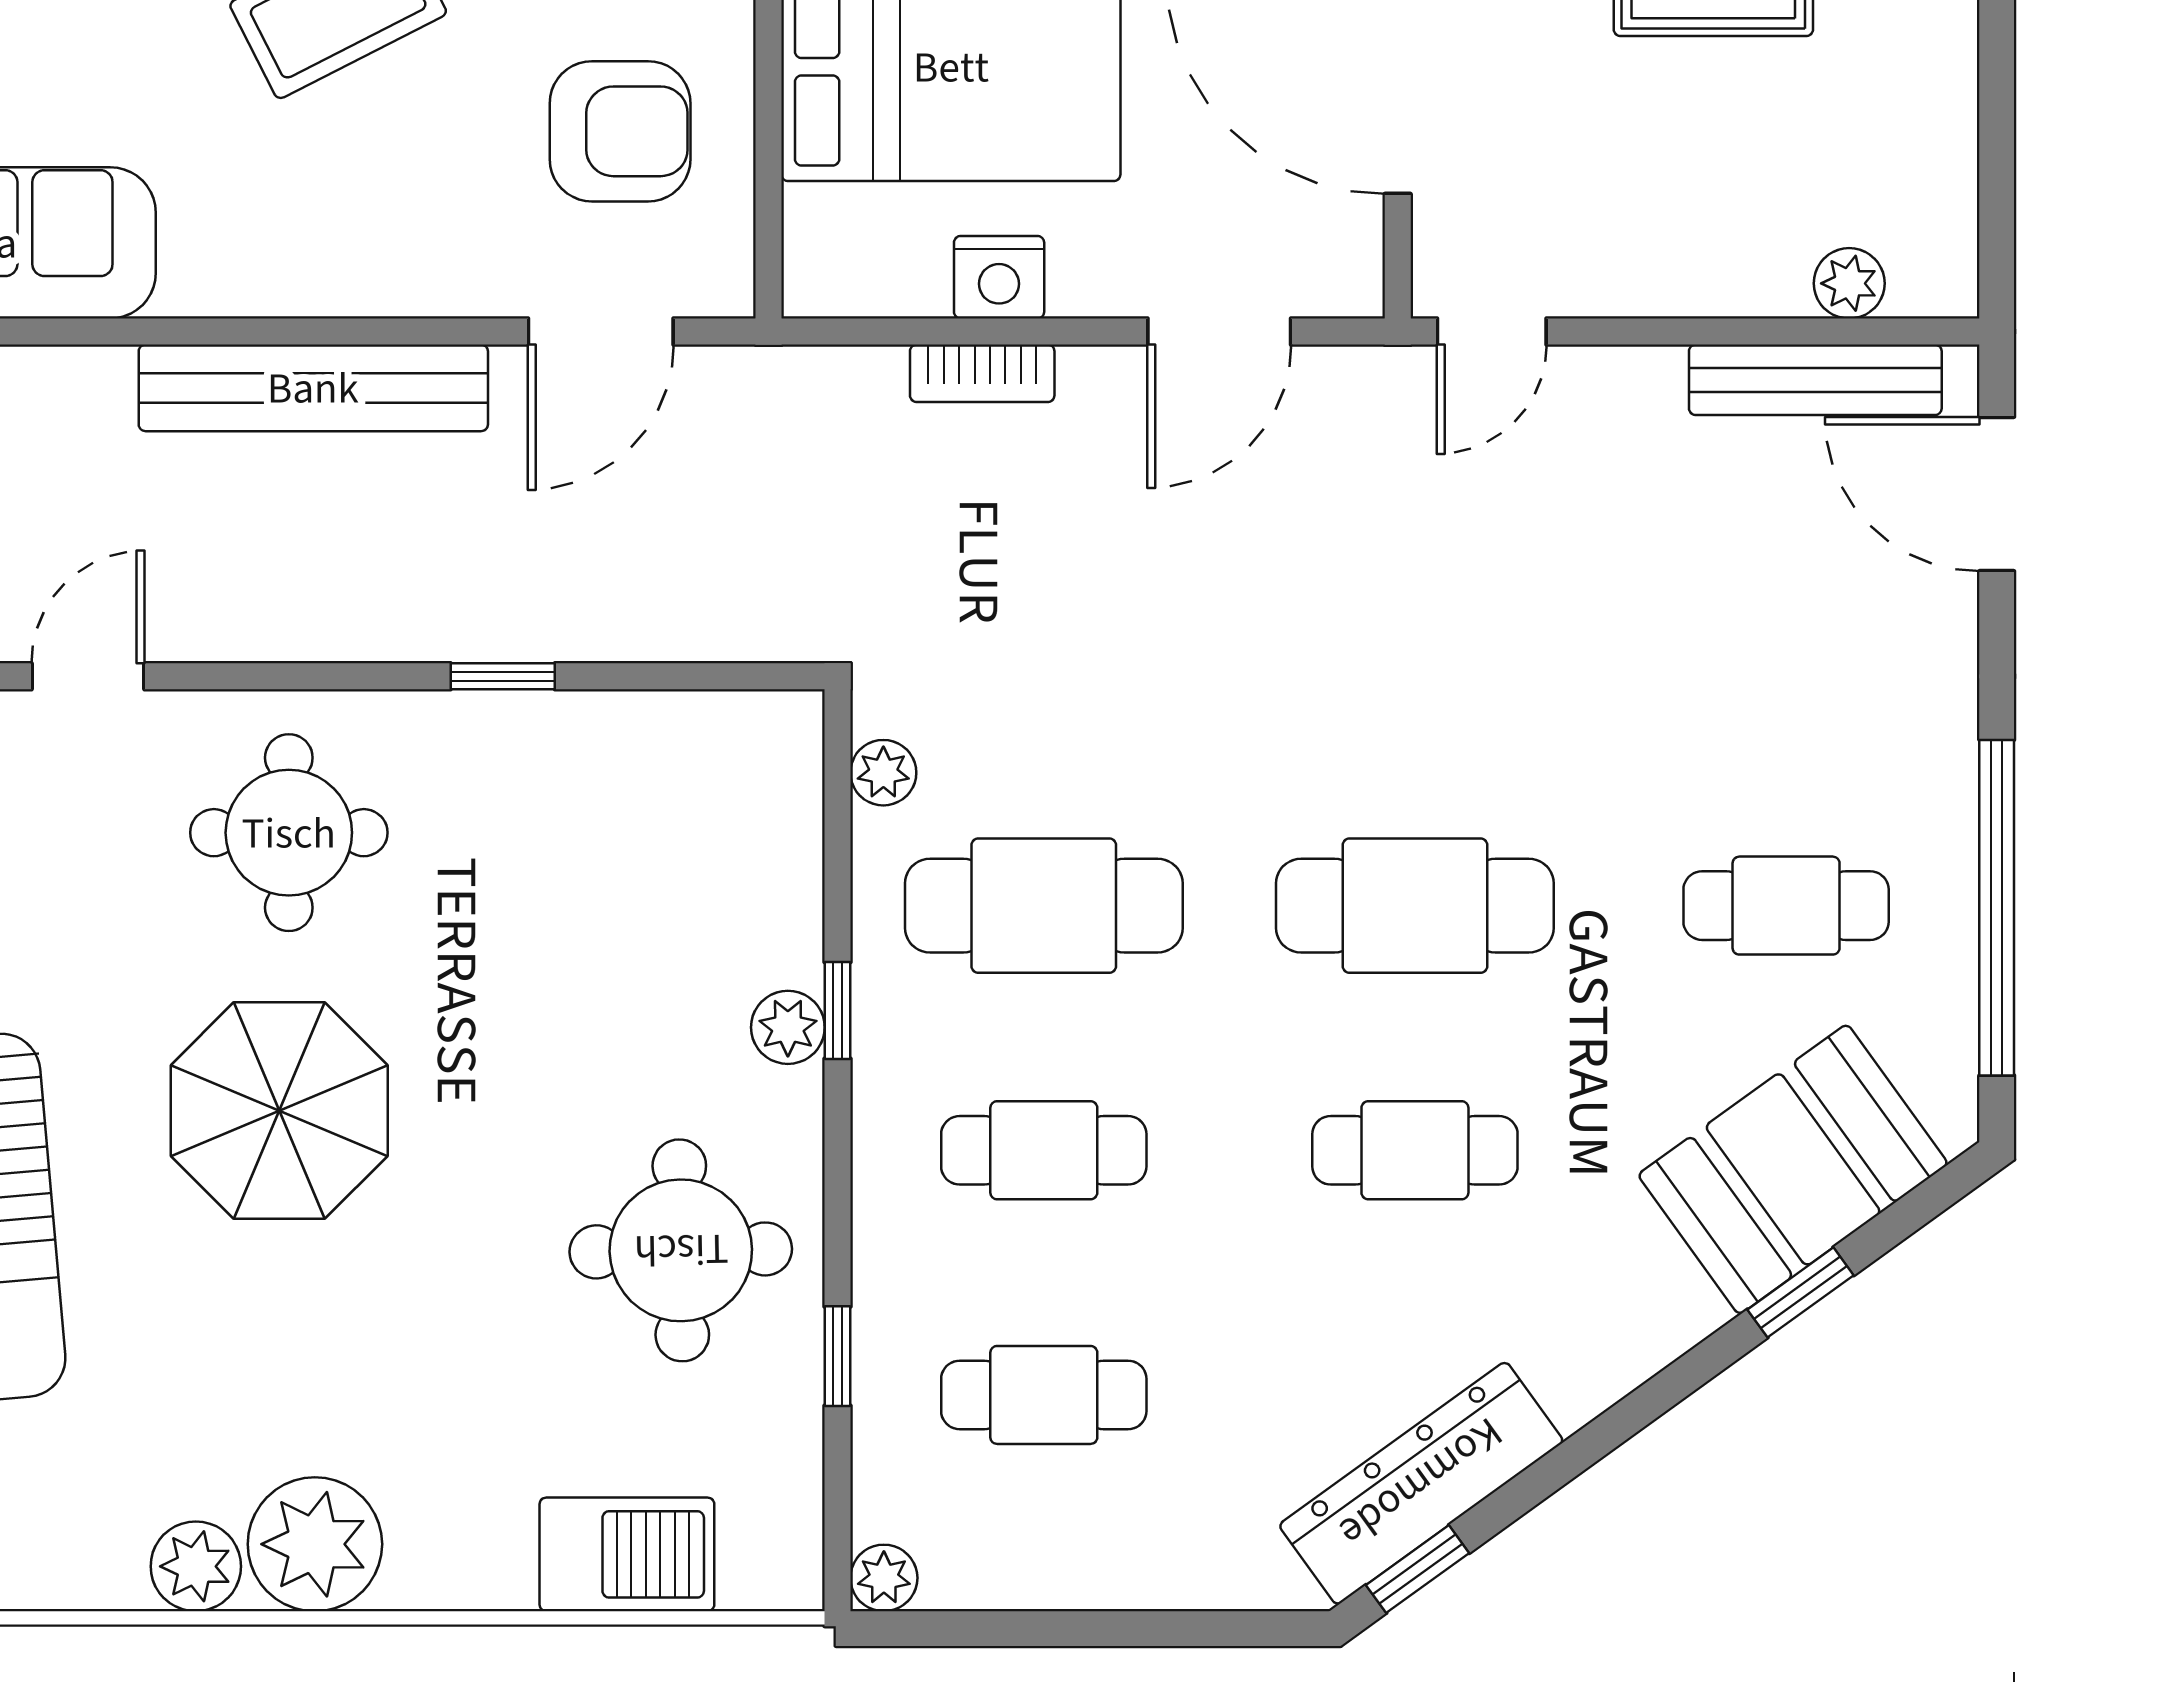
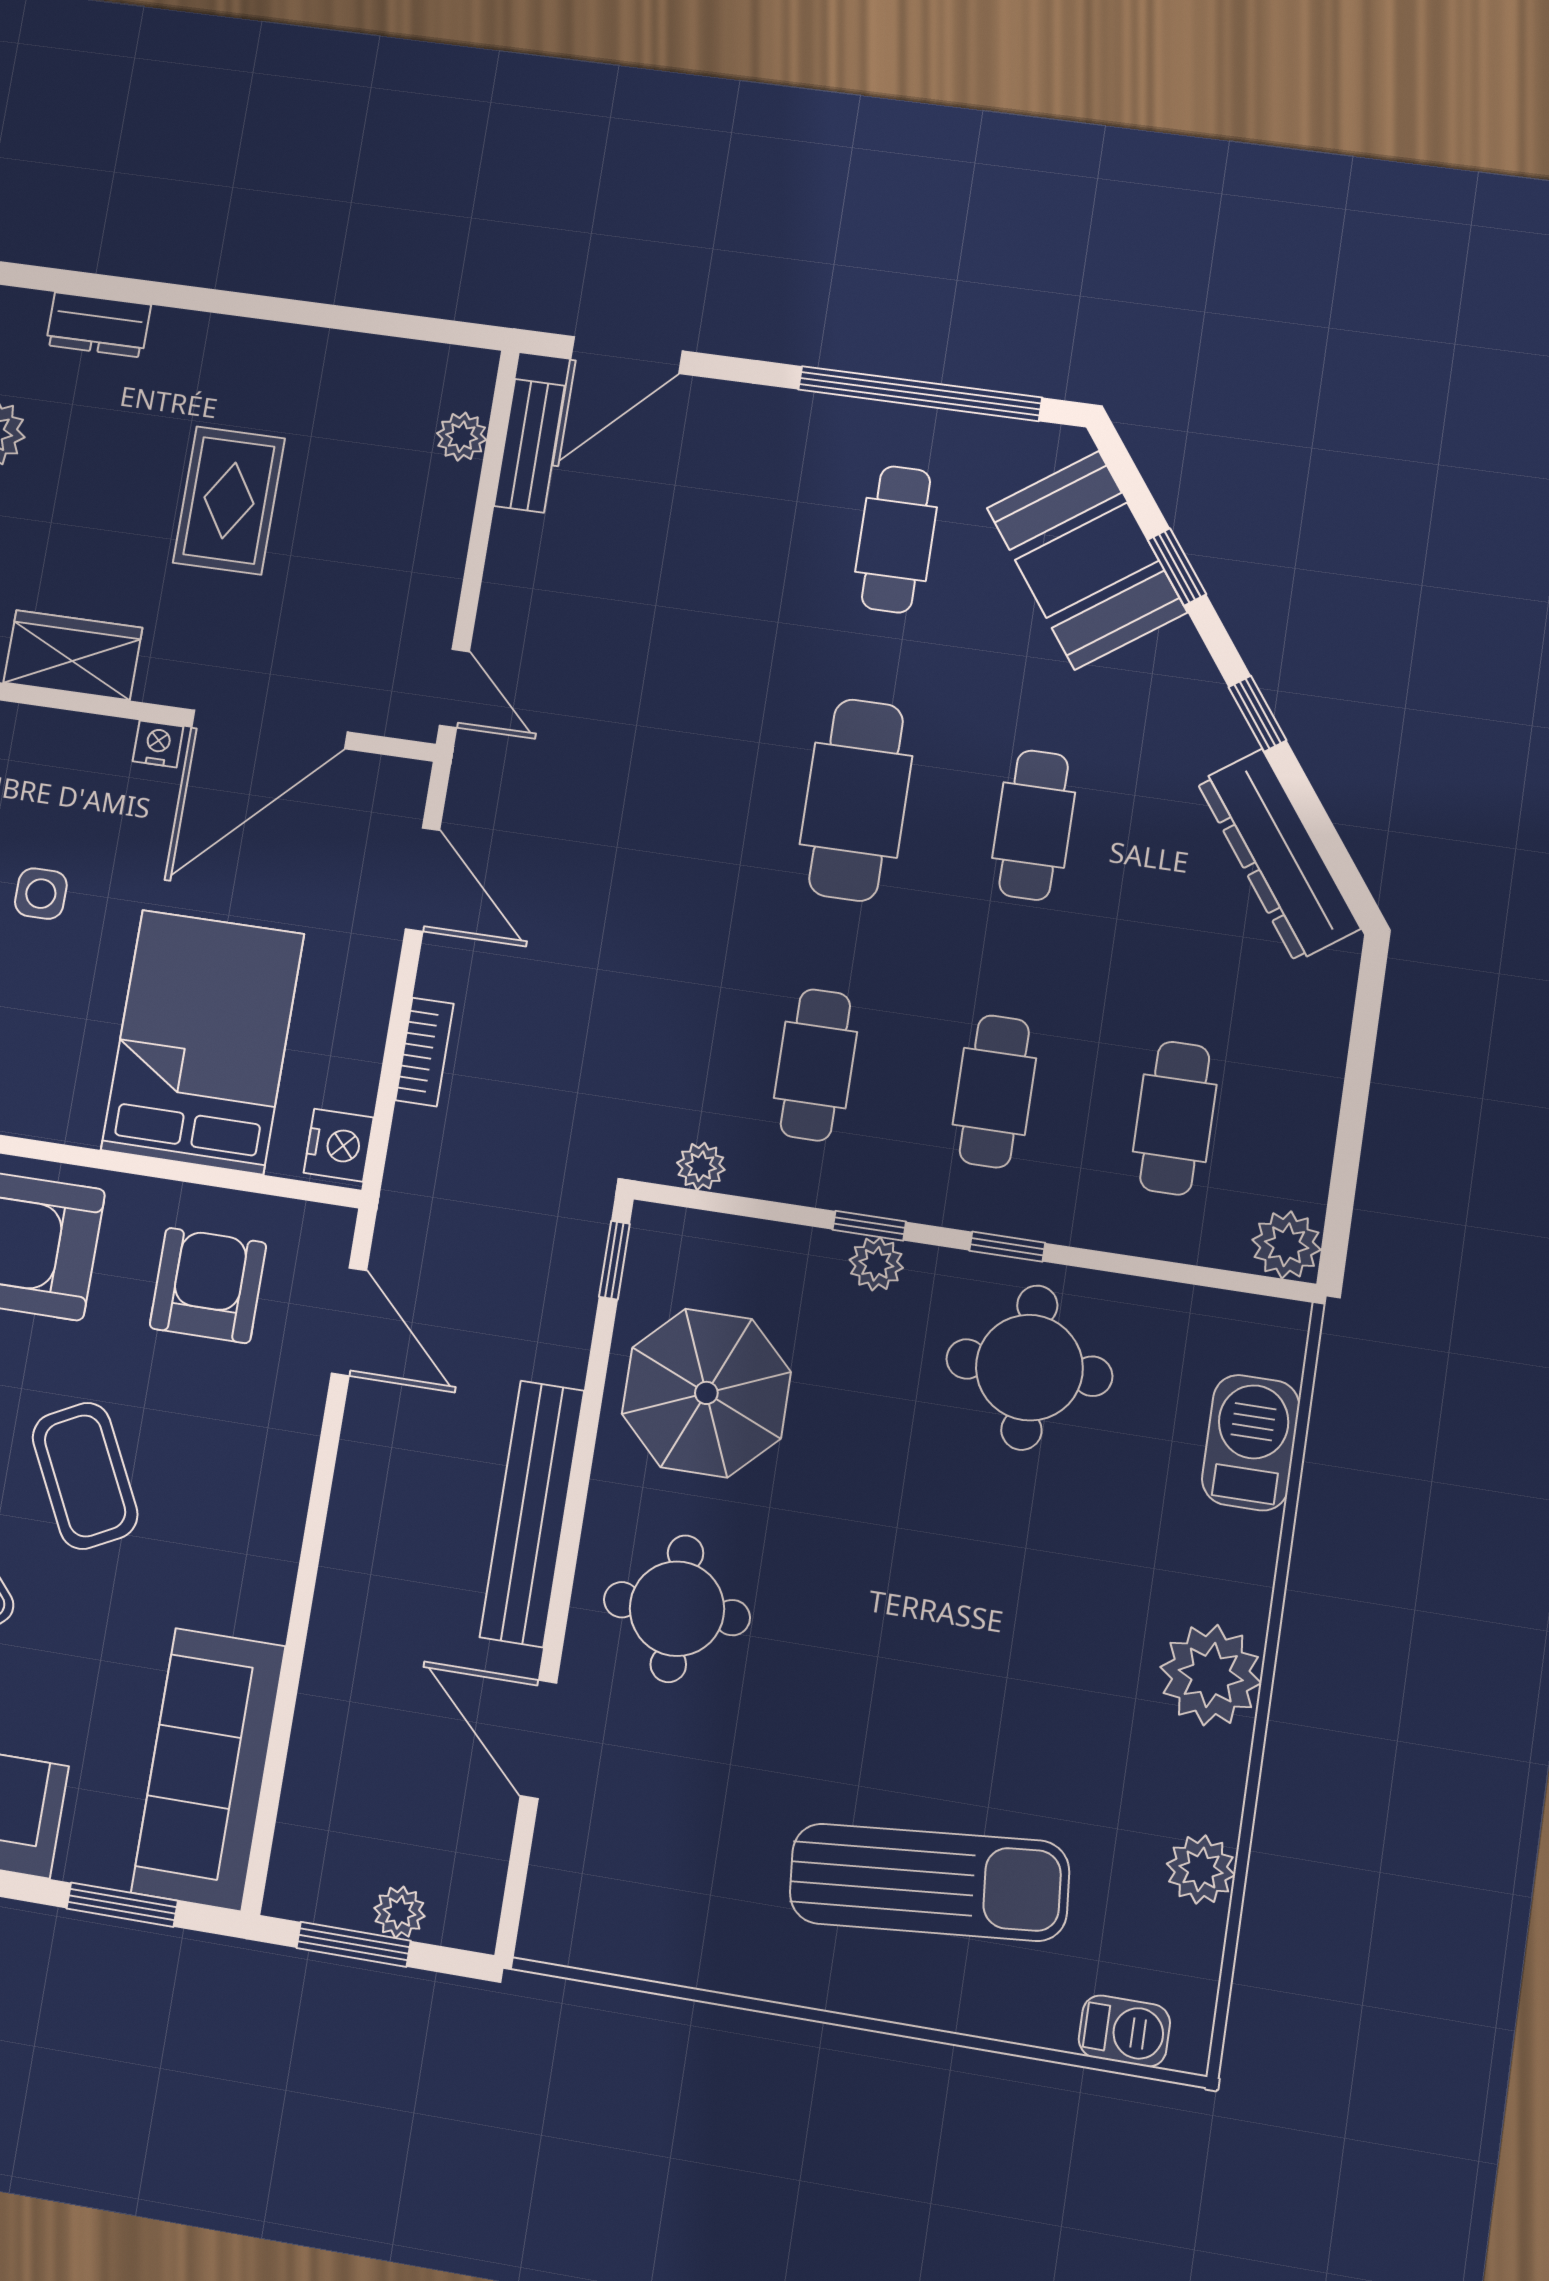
nightstand: (999, 277) -> (339, 1145), moved
bench: (1815, 380) -> (529, 446), width x0.73
bench: (313, 388) -> (532, 1514), moved
door: (88, 676) -> (538, 1739), width x1.38
window: (503, 676) -> (614, 1260), moved
cafe table: (1044, 906) -> (815, 1065), width x0.73, depth x0.74
parasol: (279, 1111) -> (706, 1393), moved
window: (838, 1356) -> (1007, 1247), moved
plant: (196, 1566) -> (1201, 1869), moved
window: (1418, 1569) -> (1257, 714), moved
plant: (884, 1578) -> (1286, 1245), width x1.38, depth x1.38

